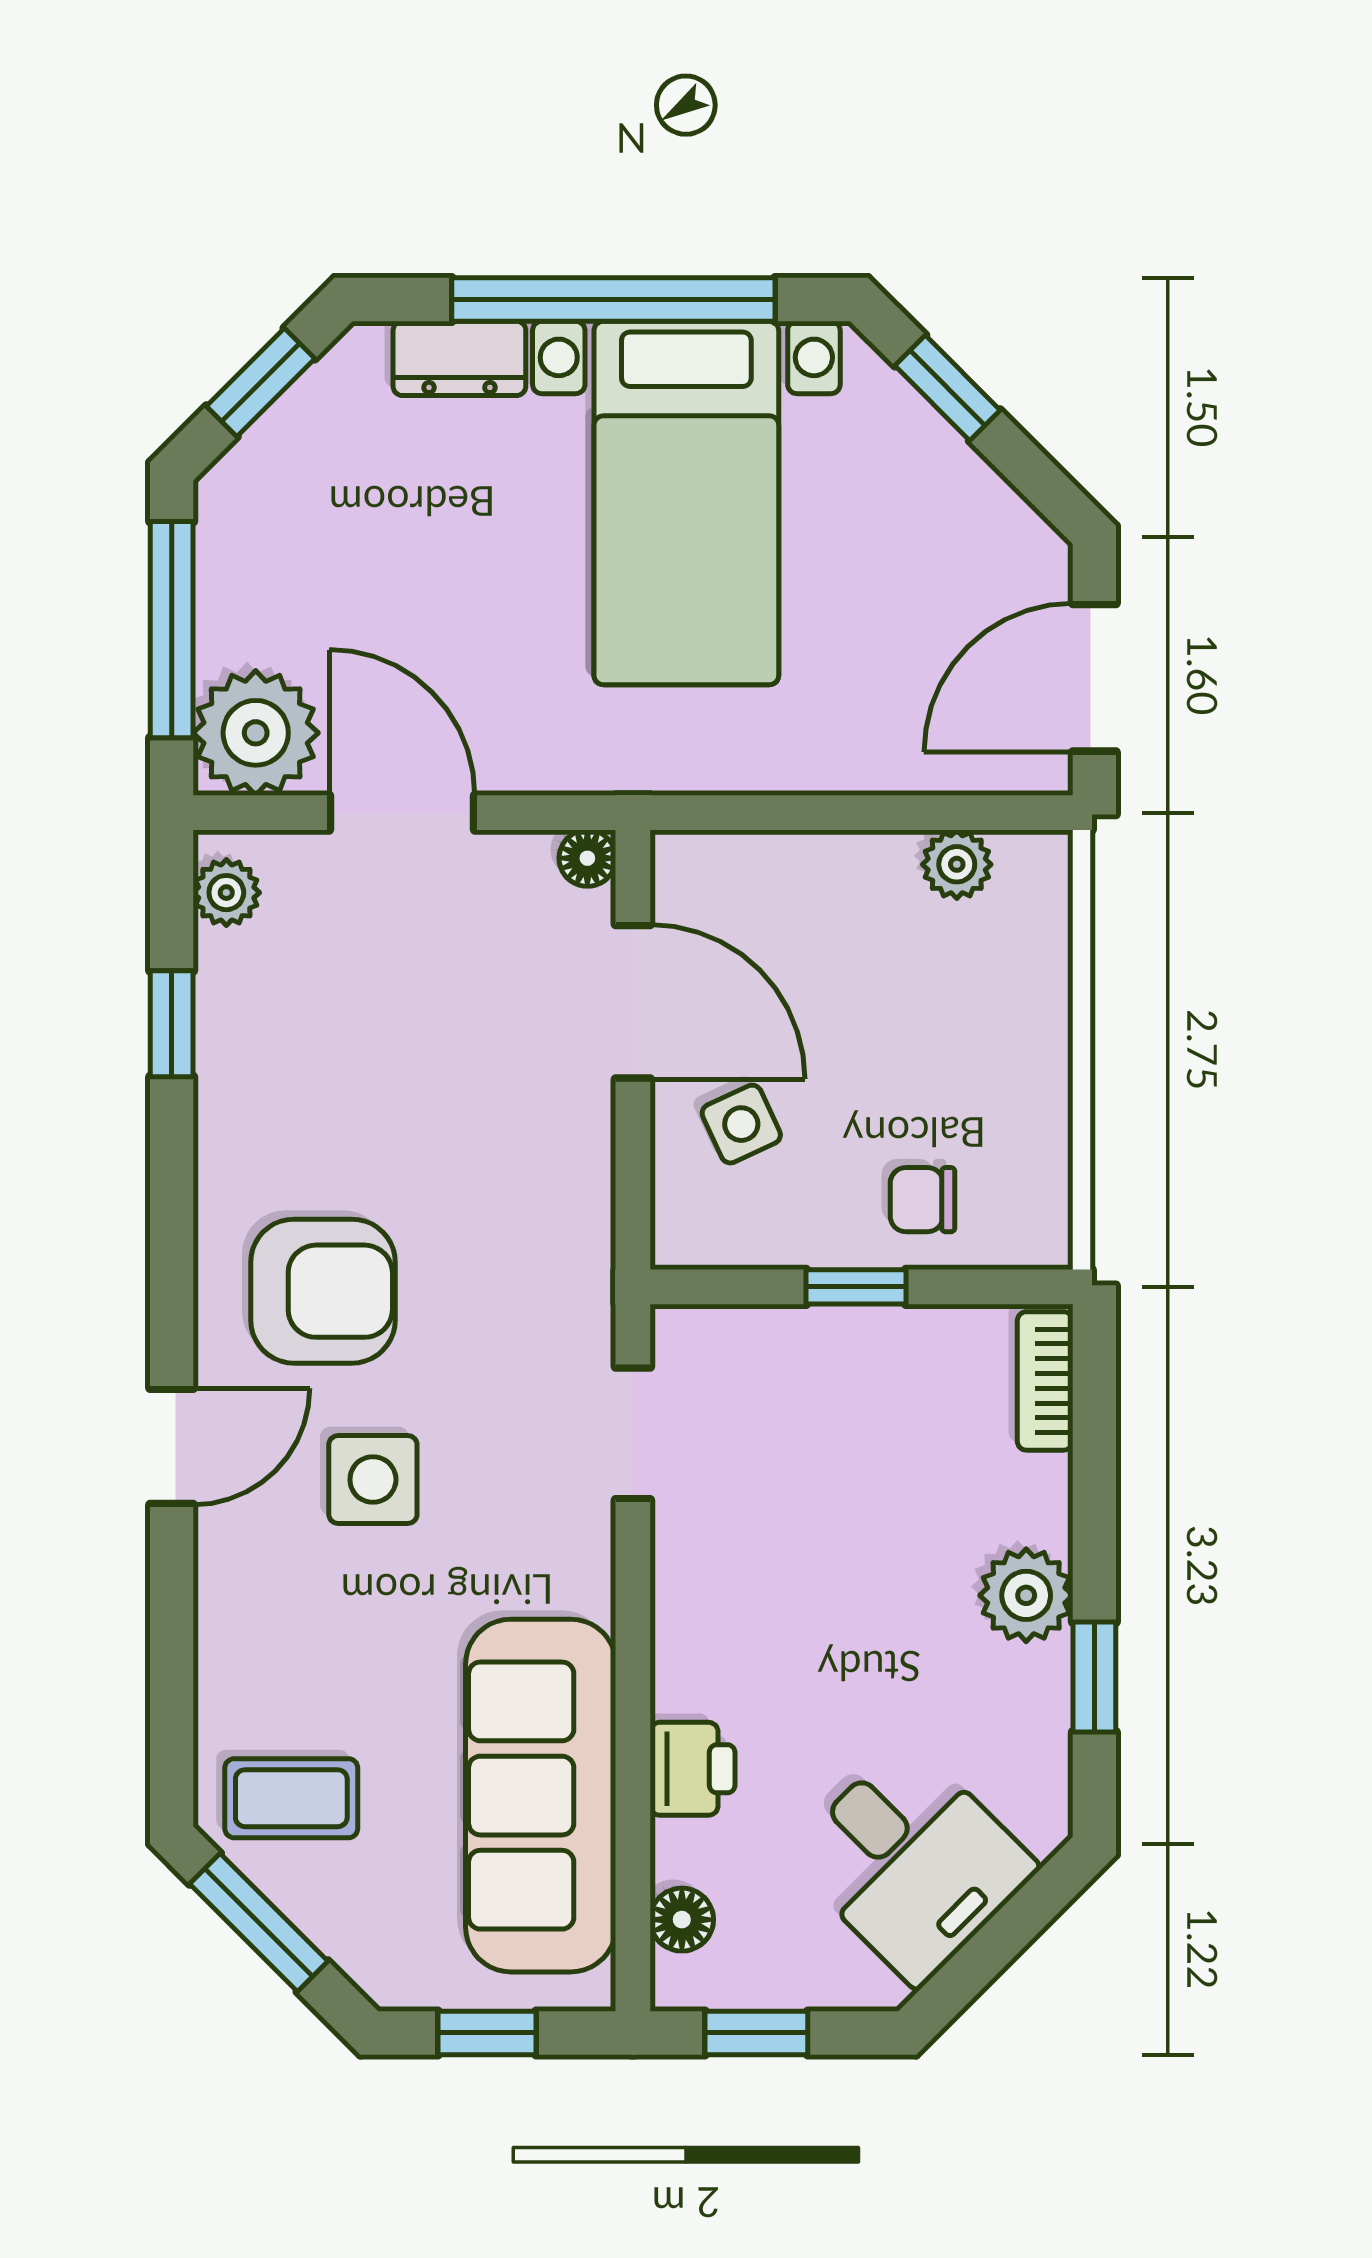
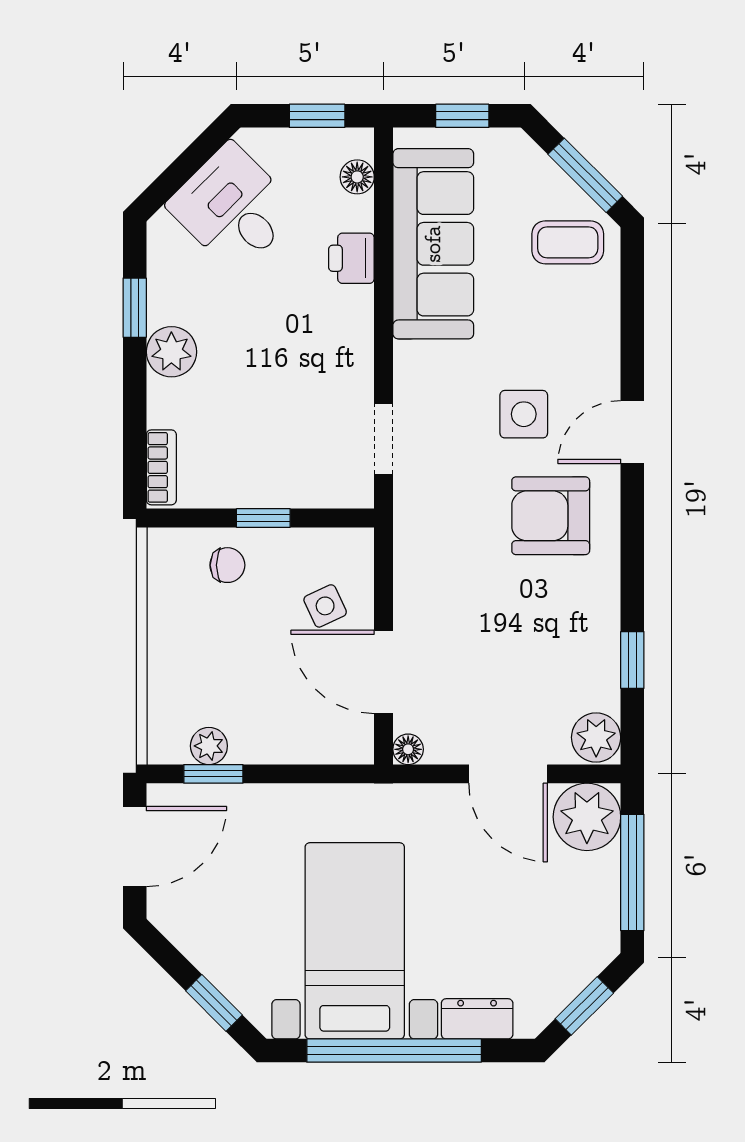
window: (948, 813) -> (213, 774), added
plant: (226, 893) -> (596, 737), width x1.38, depth x1.38

